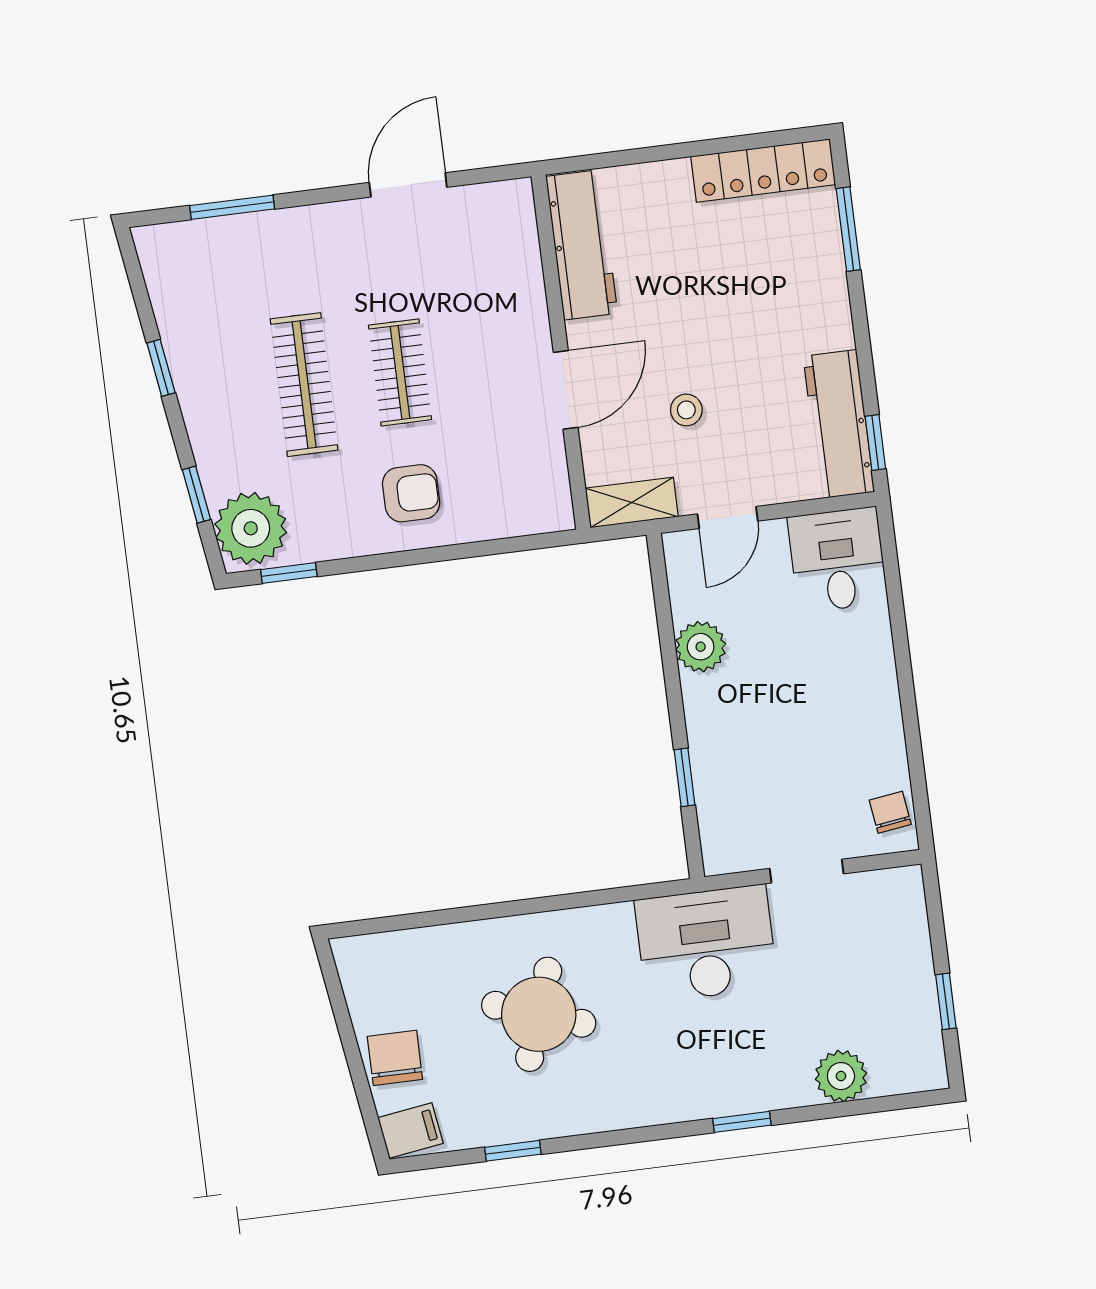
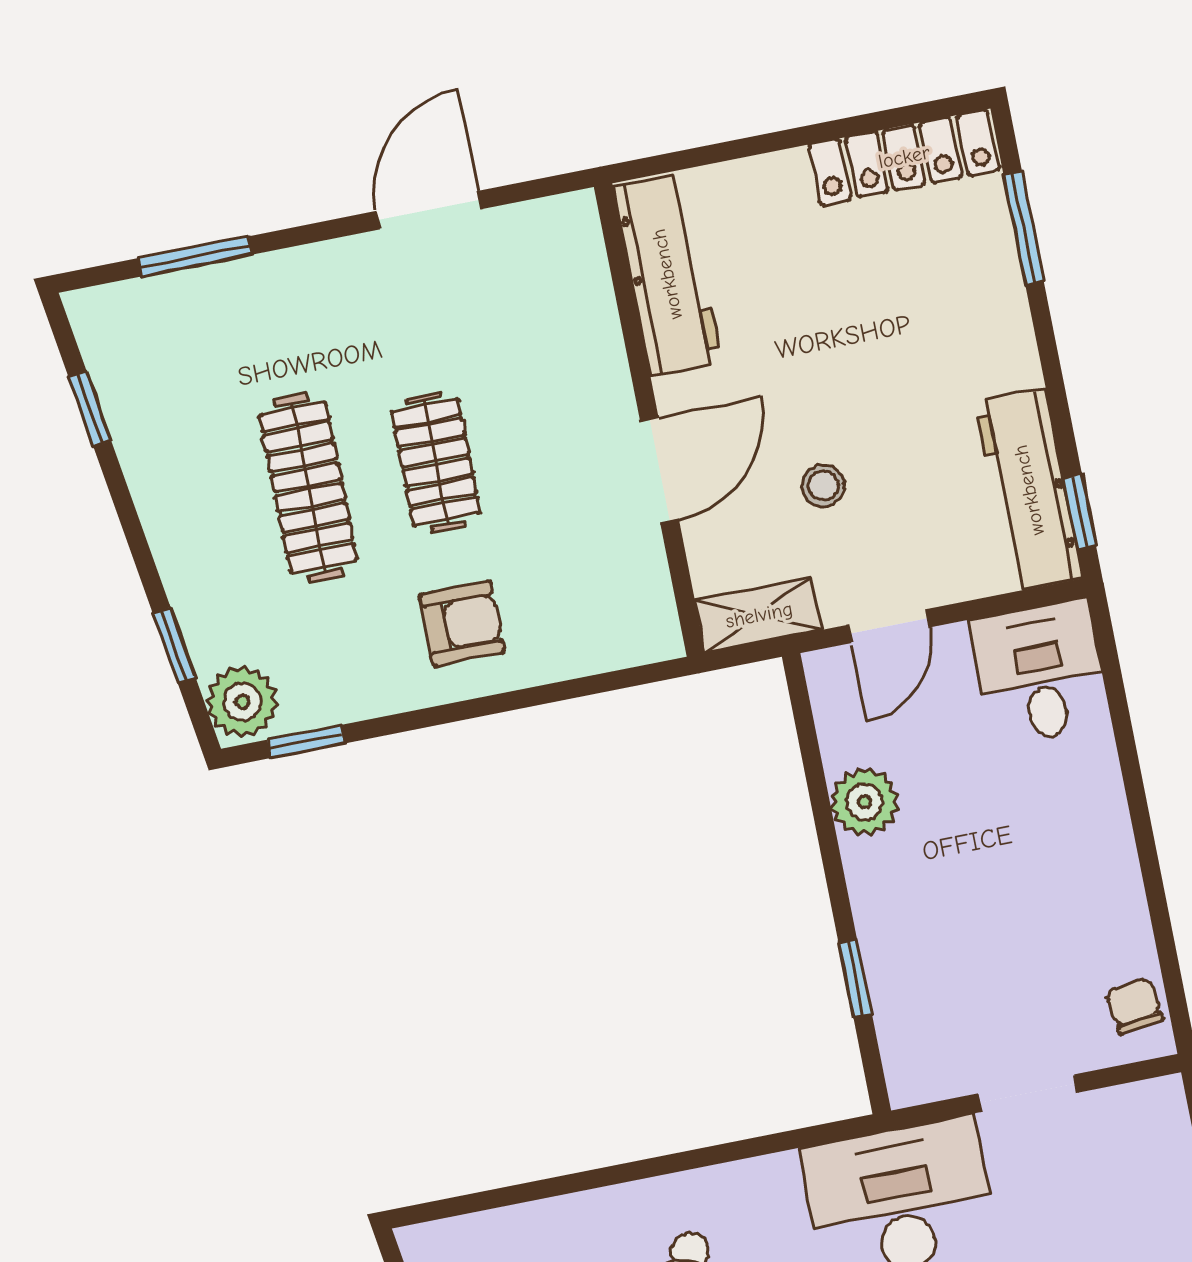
window: (161, 368) -> (90, 409), moved
plant: (251, 528) -> (242, 702), width x0.73, depth x0.73

